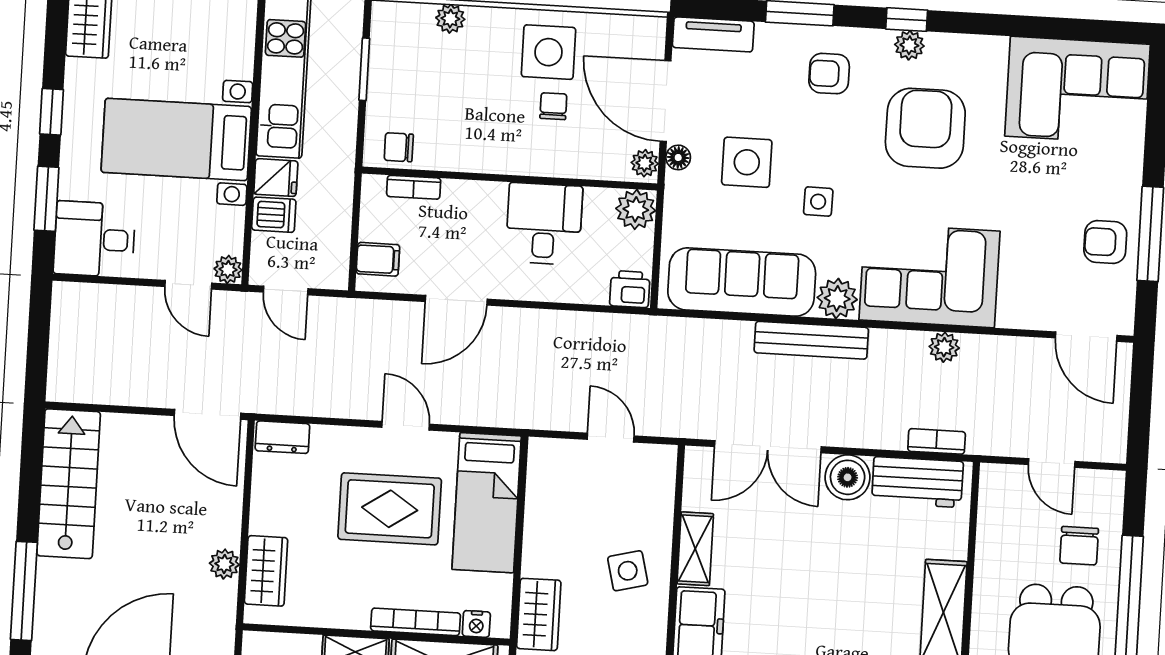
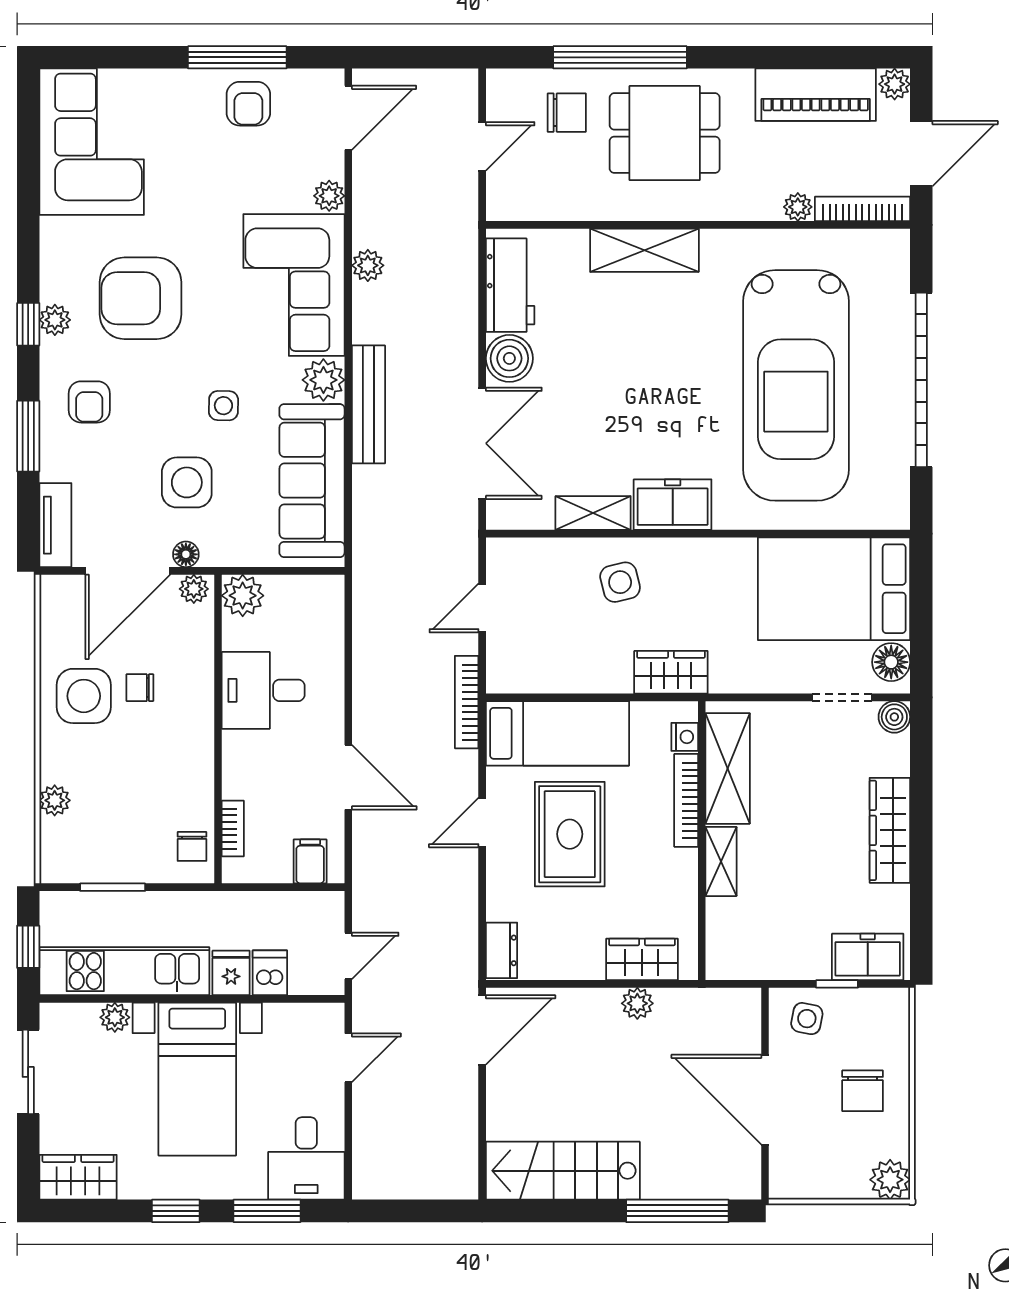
plant: (228, 269) -> (115, 1017), moved
printer: (630, 289) -> (326, 597), removed
plant: (1013, 314) -> (329, 196), added
bookcase: (937, 441) -> (467, 702), moved, width x1.56

